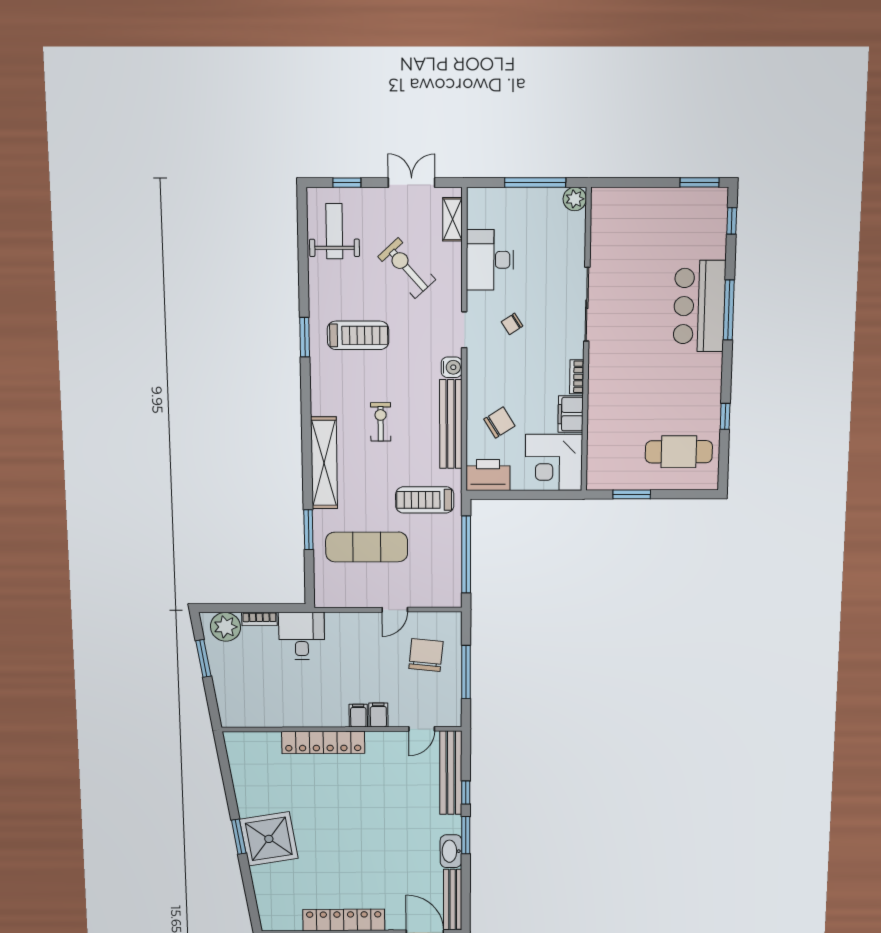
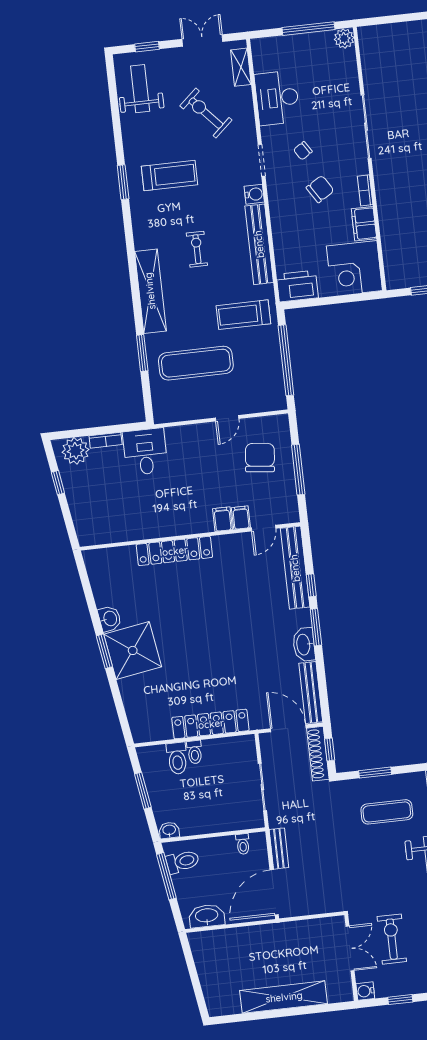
chair: (499, 423) -> (320, 189), moved
window: (203, 658) -> (58, 483), width x0.67
filing cabinet: (358, 716) -> (241, 518), moved
washbasin: (247, 804) -> (110, 619), added

